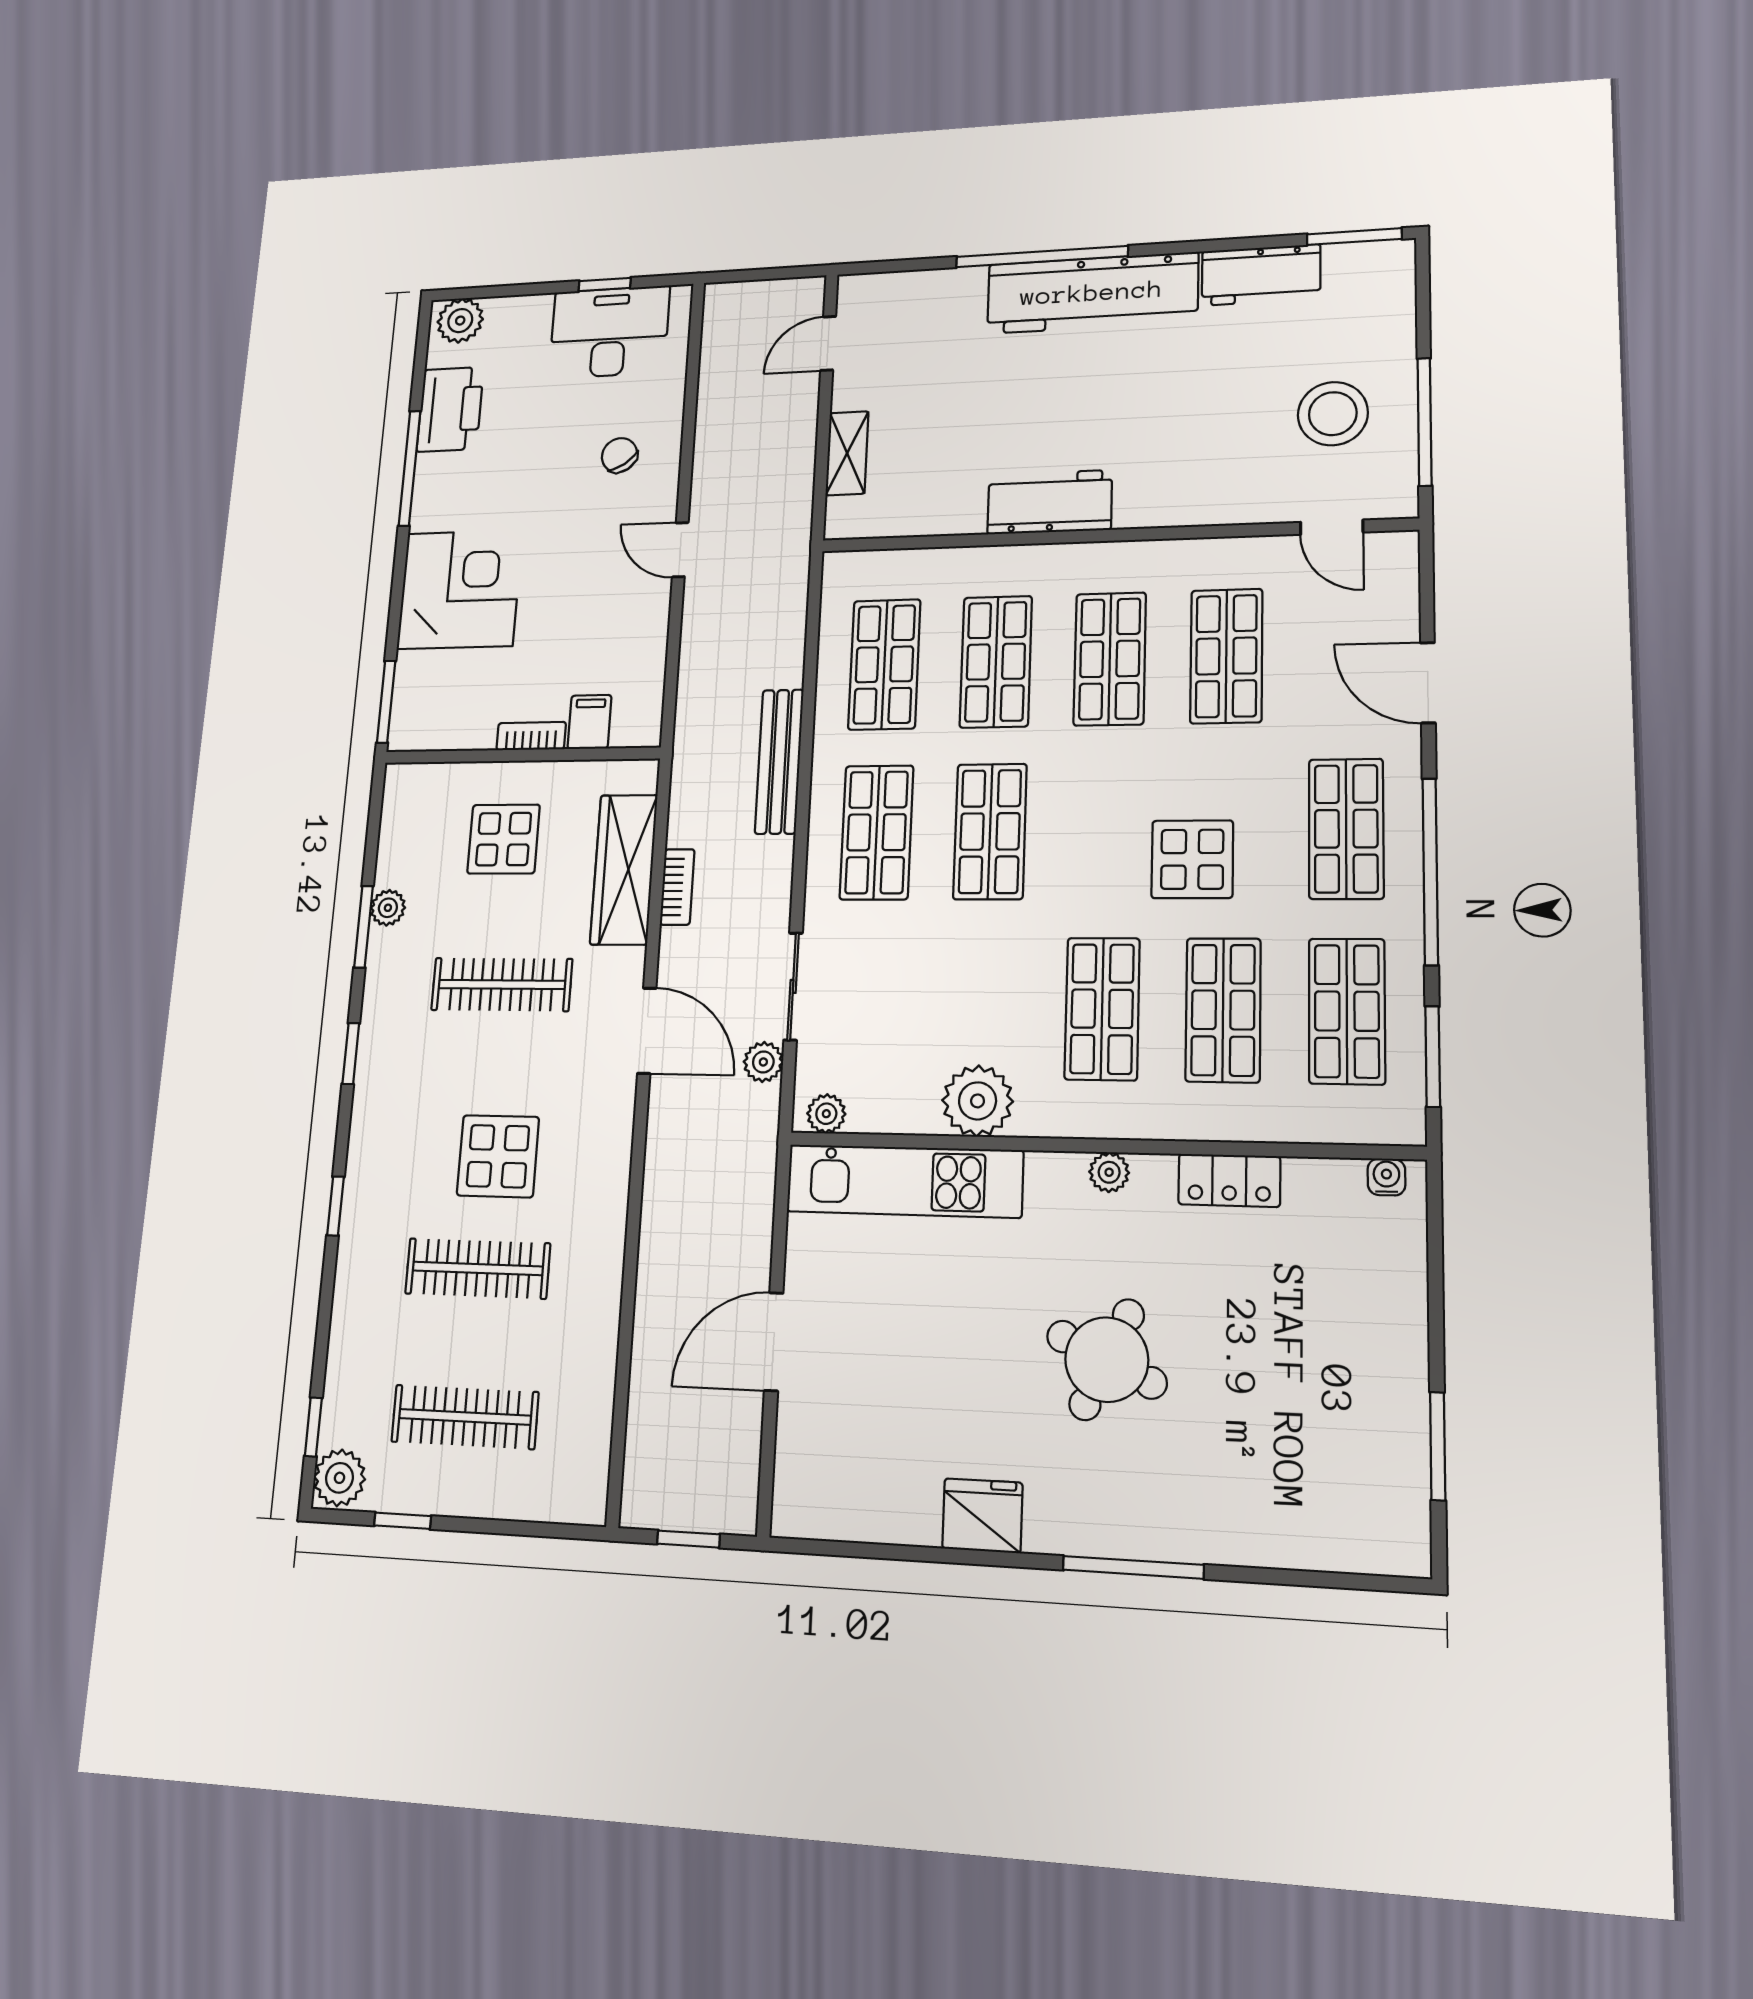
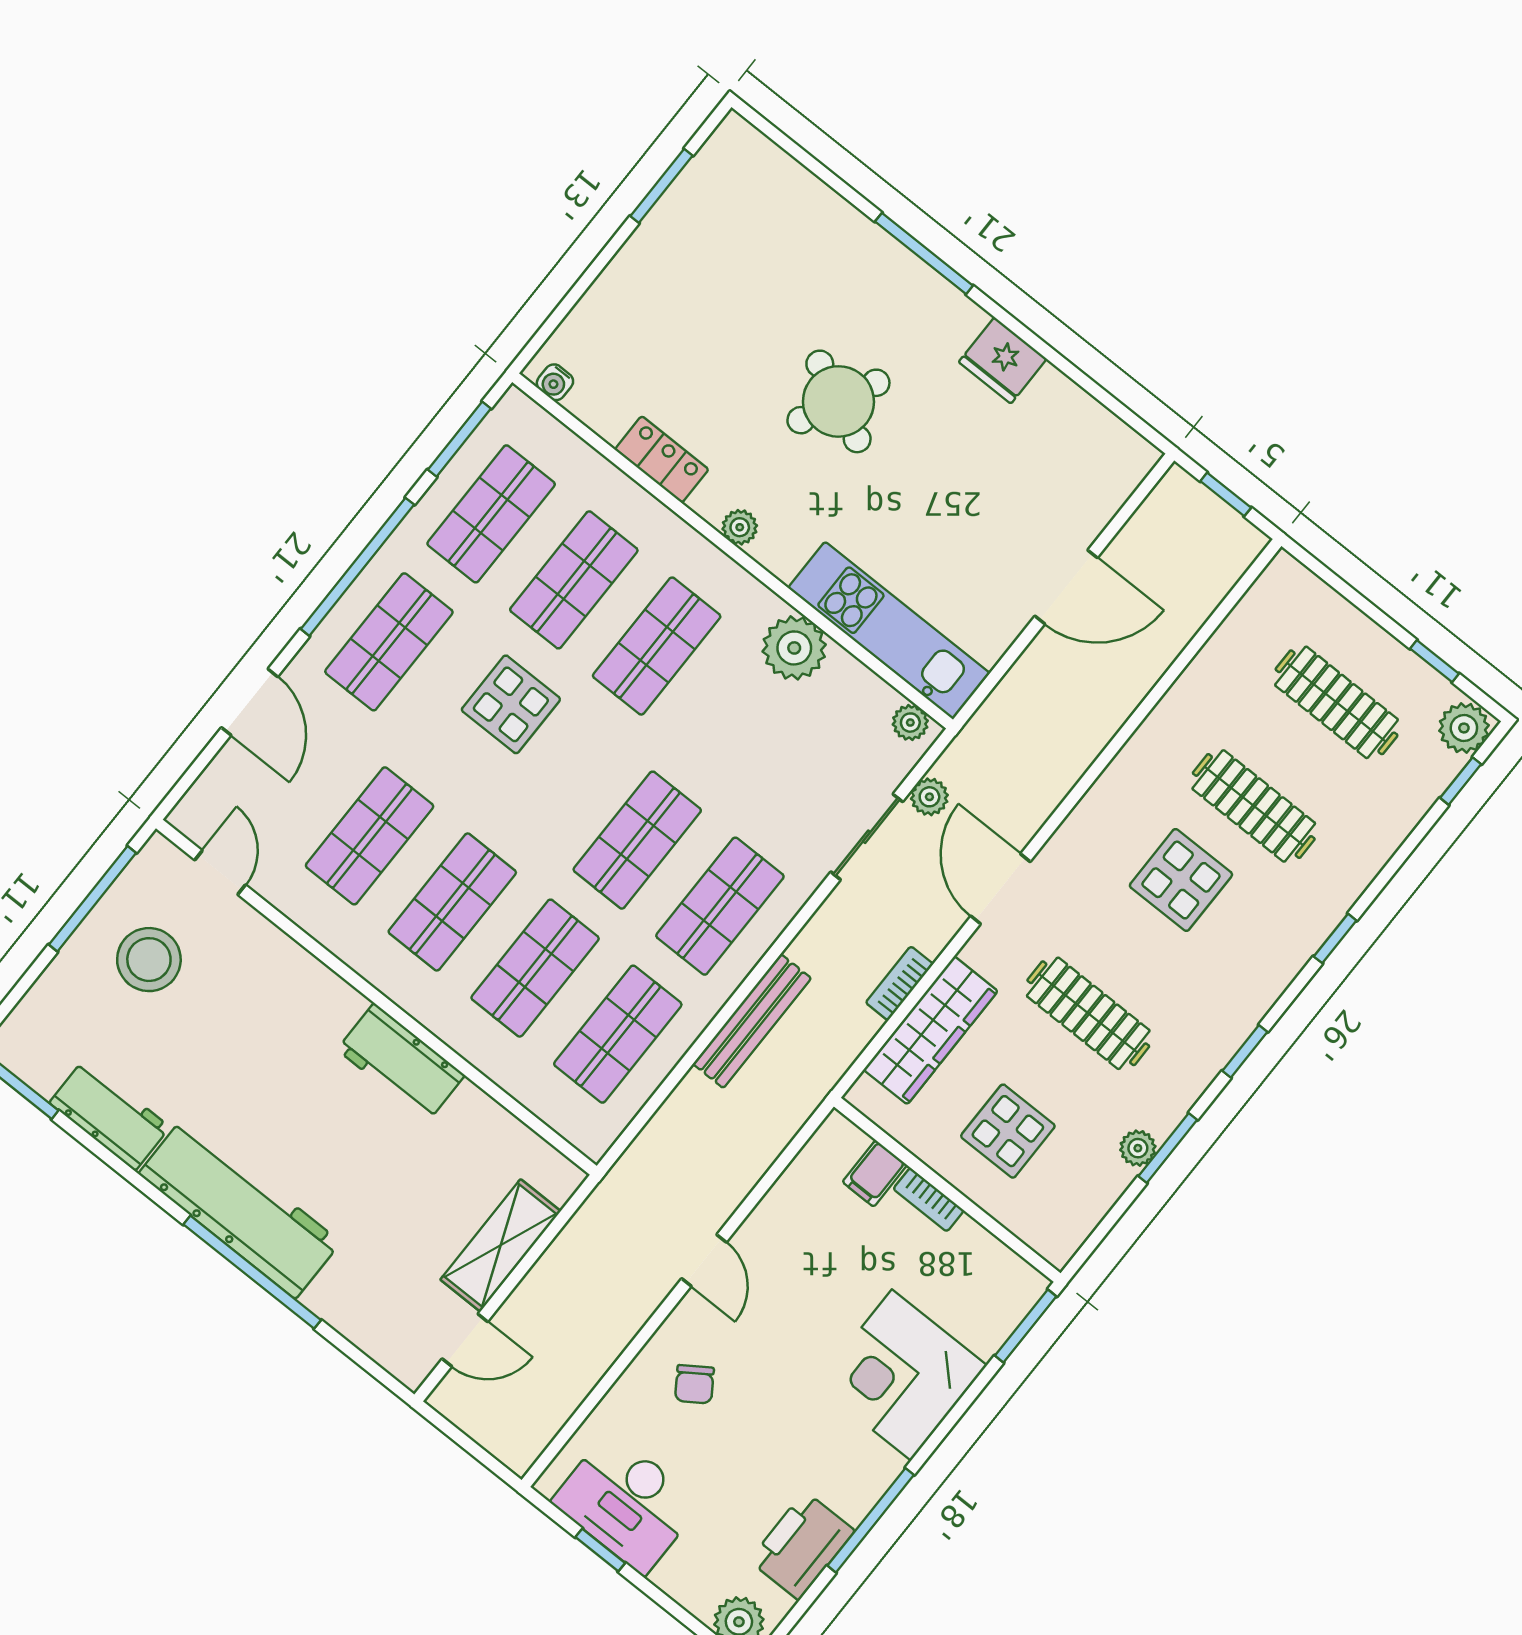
shelving: (847, 453) -> (501, 1245), width x1.50, depth x1.33

